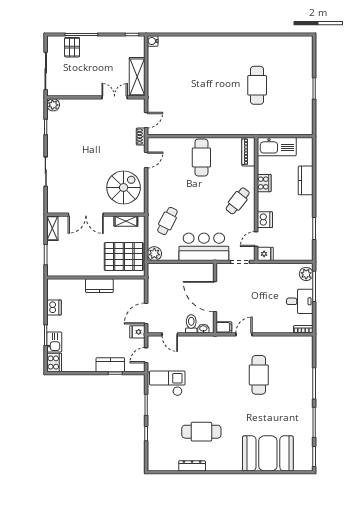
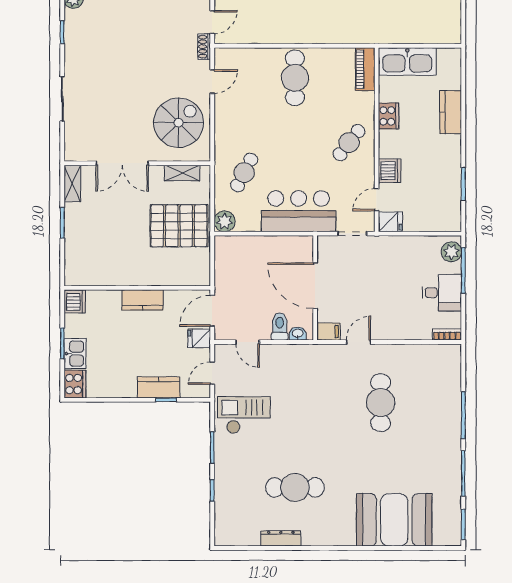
wall: (96, 278) -> (137, 288), moved
kitchen counter: (99, 286) -> (143, 300), moved

